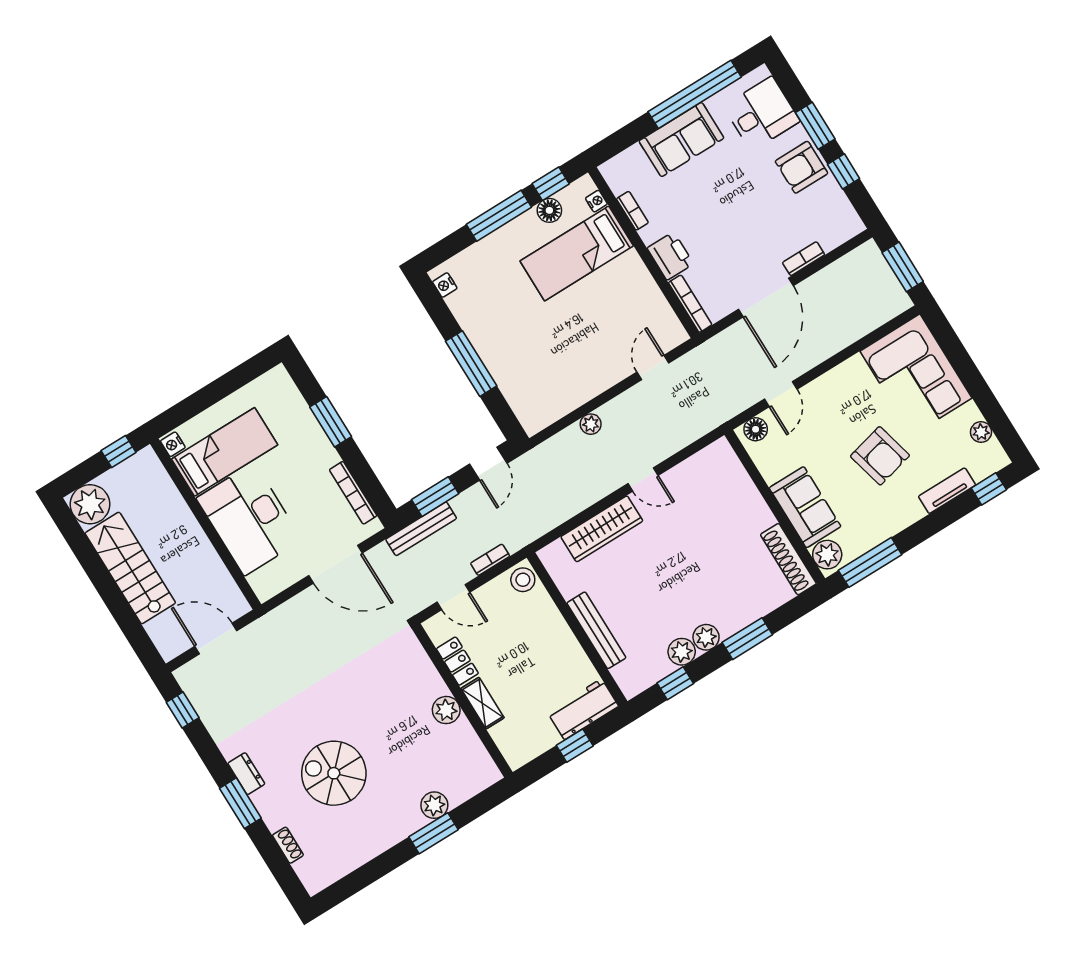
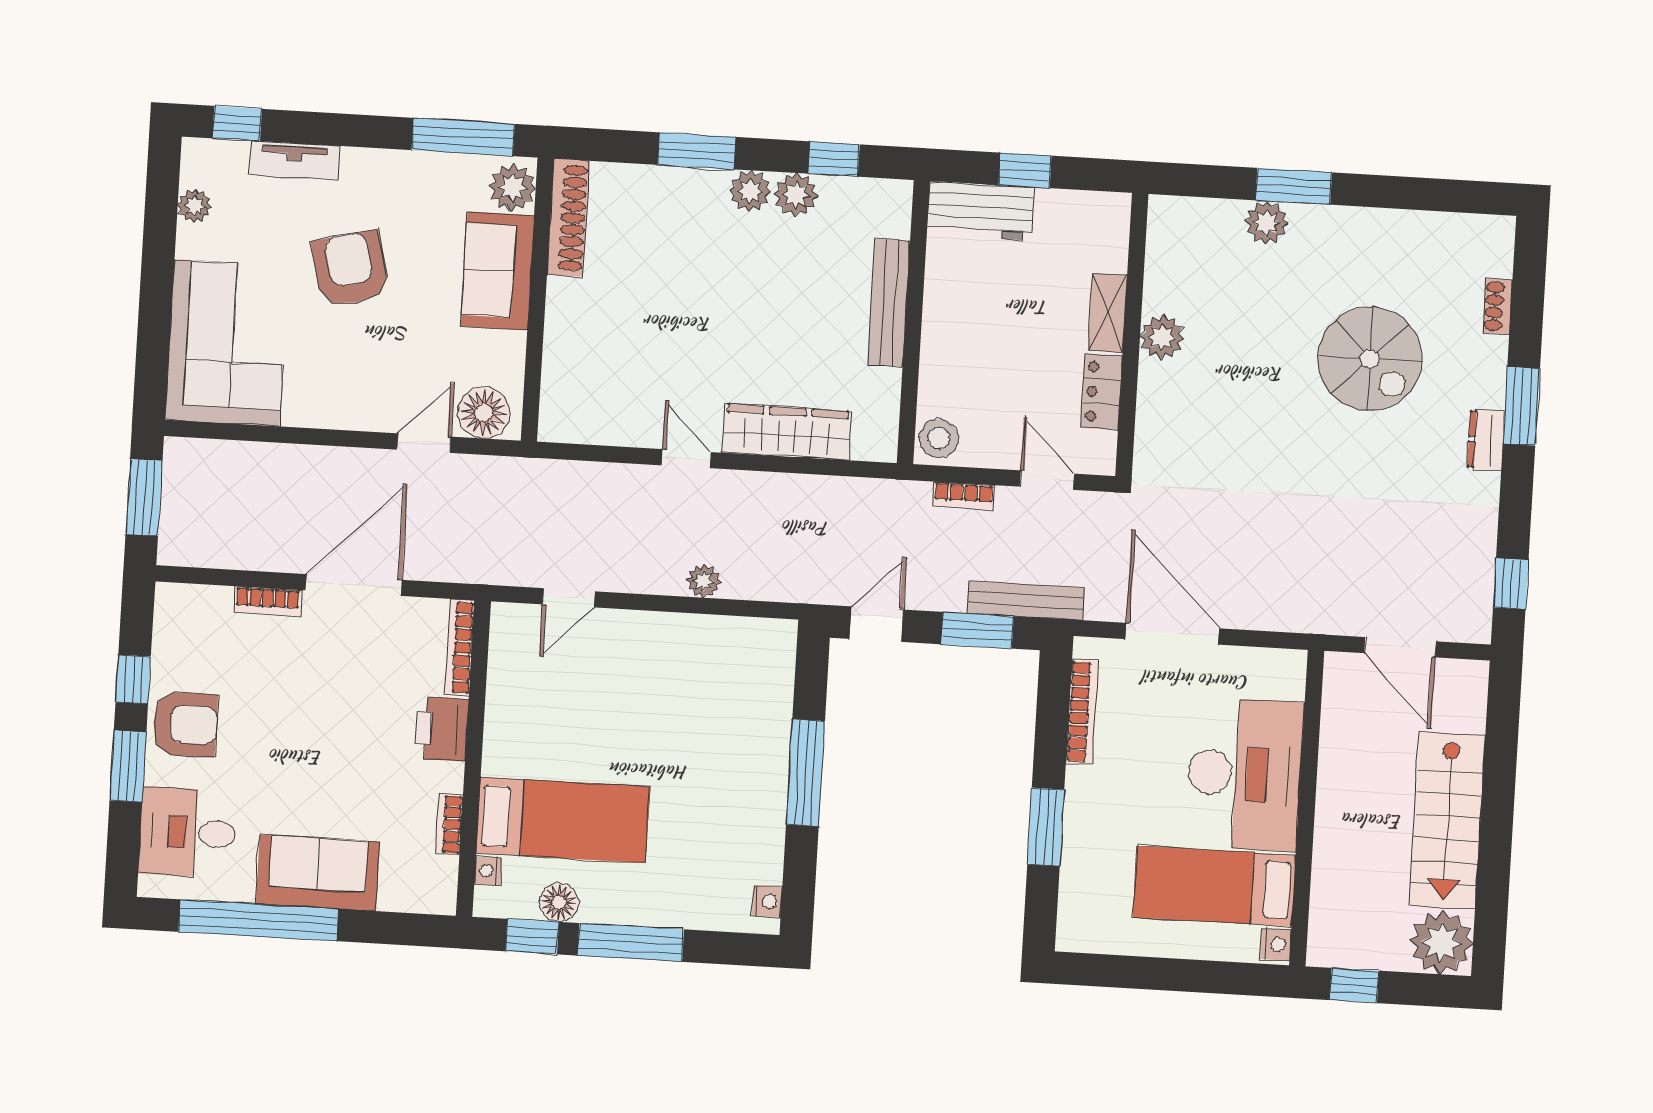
floor lamp: (756, 429) -> (484, 413), width x1.38, depth x1.38

